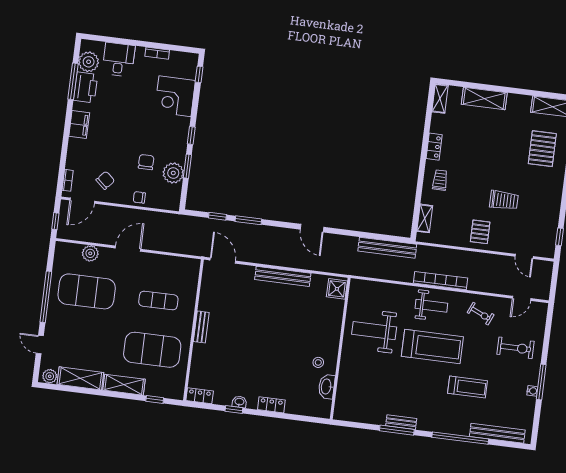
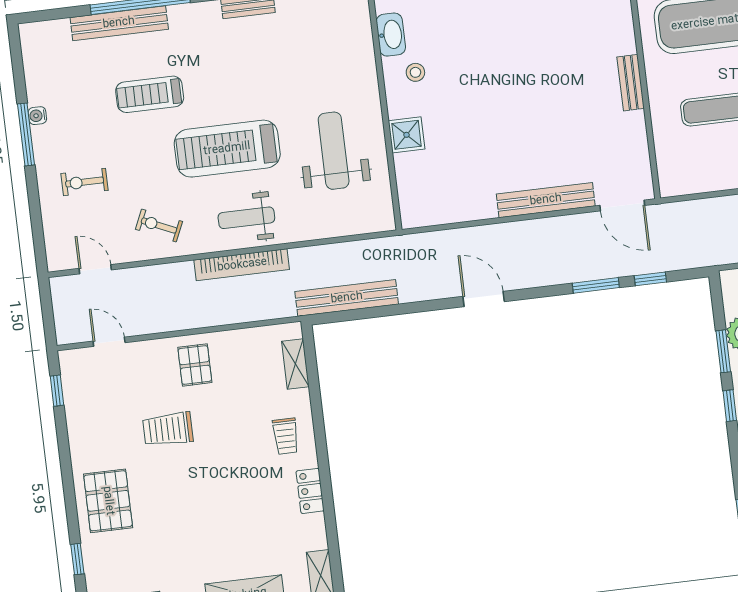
pallet: (542, 149) -> (108, 501), moved
bench: (283, 276) -> (546, 200), moved
shower: (337, 289) -> (407, 135), moved
door: (522, 298) -> (95, 269), hinge flipped
weight bench: (374, 331) -> (334, 151), turned -90
exercise bike: (516, 348) -> (85, 182), width x0.73, depth x0.72
bench: (497, 433) -> (119, 23), moved

